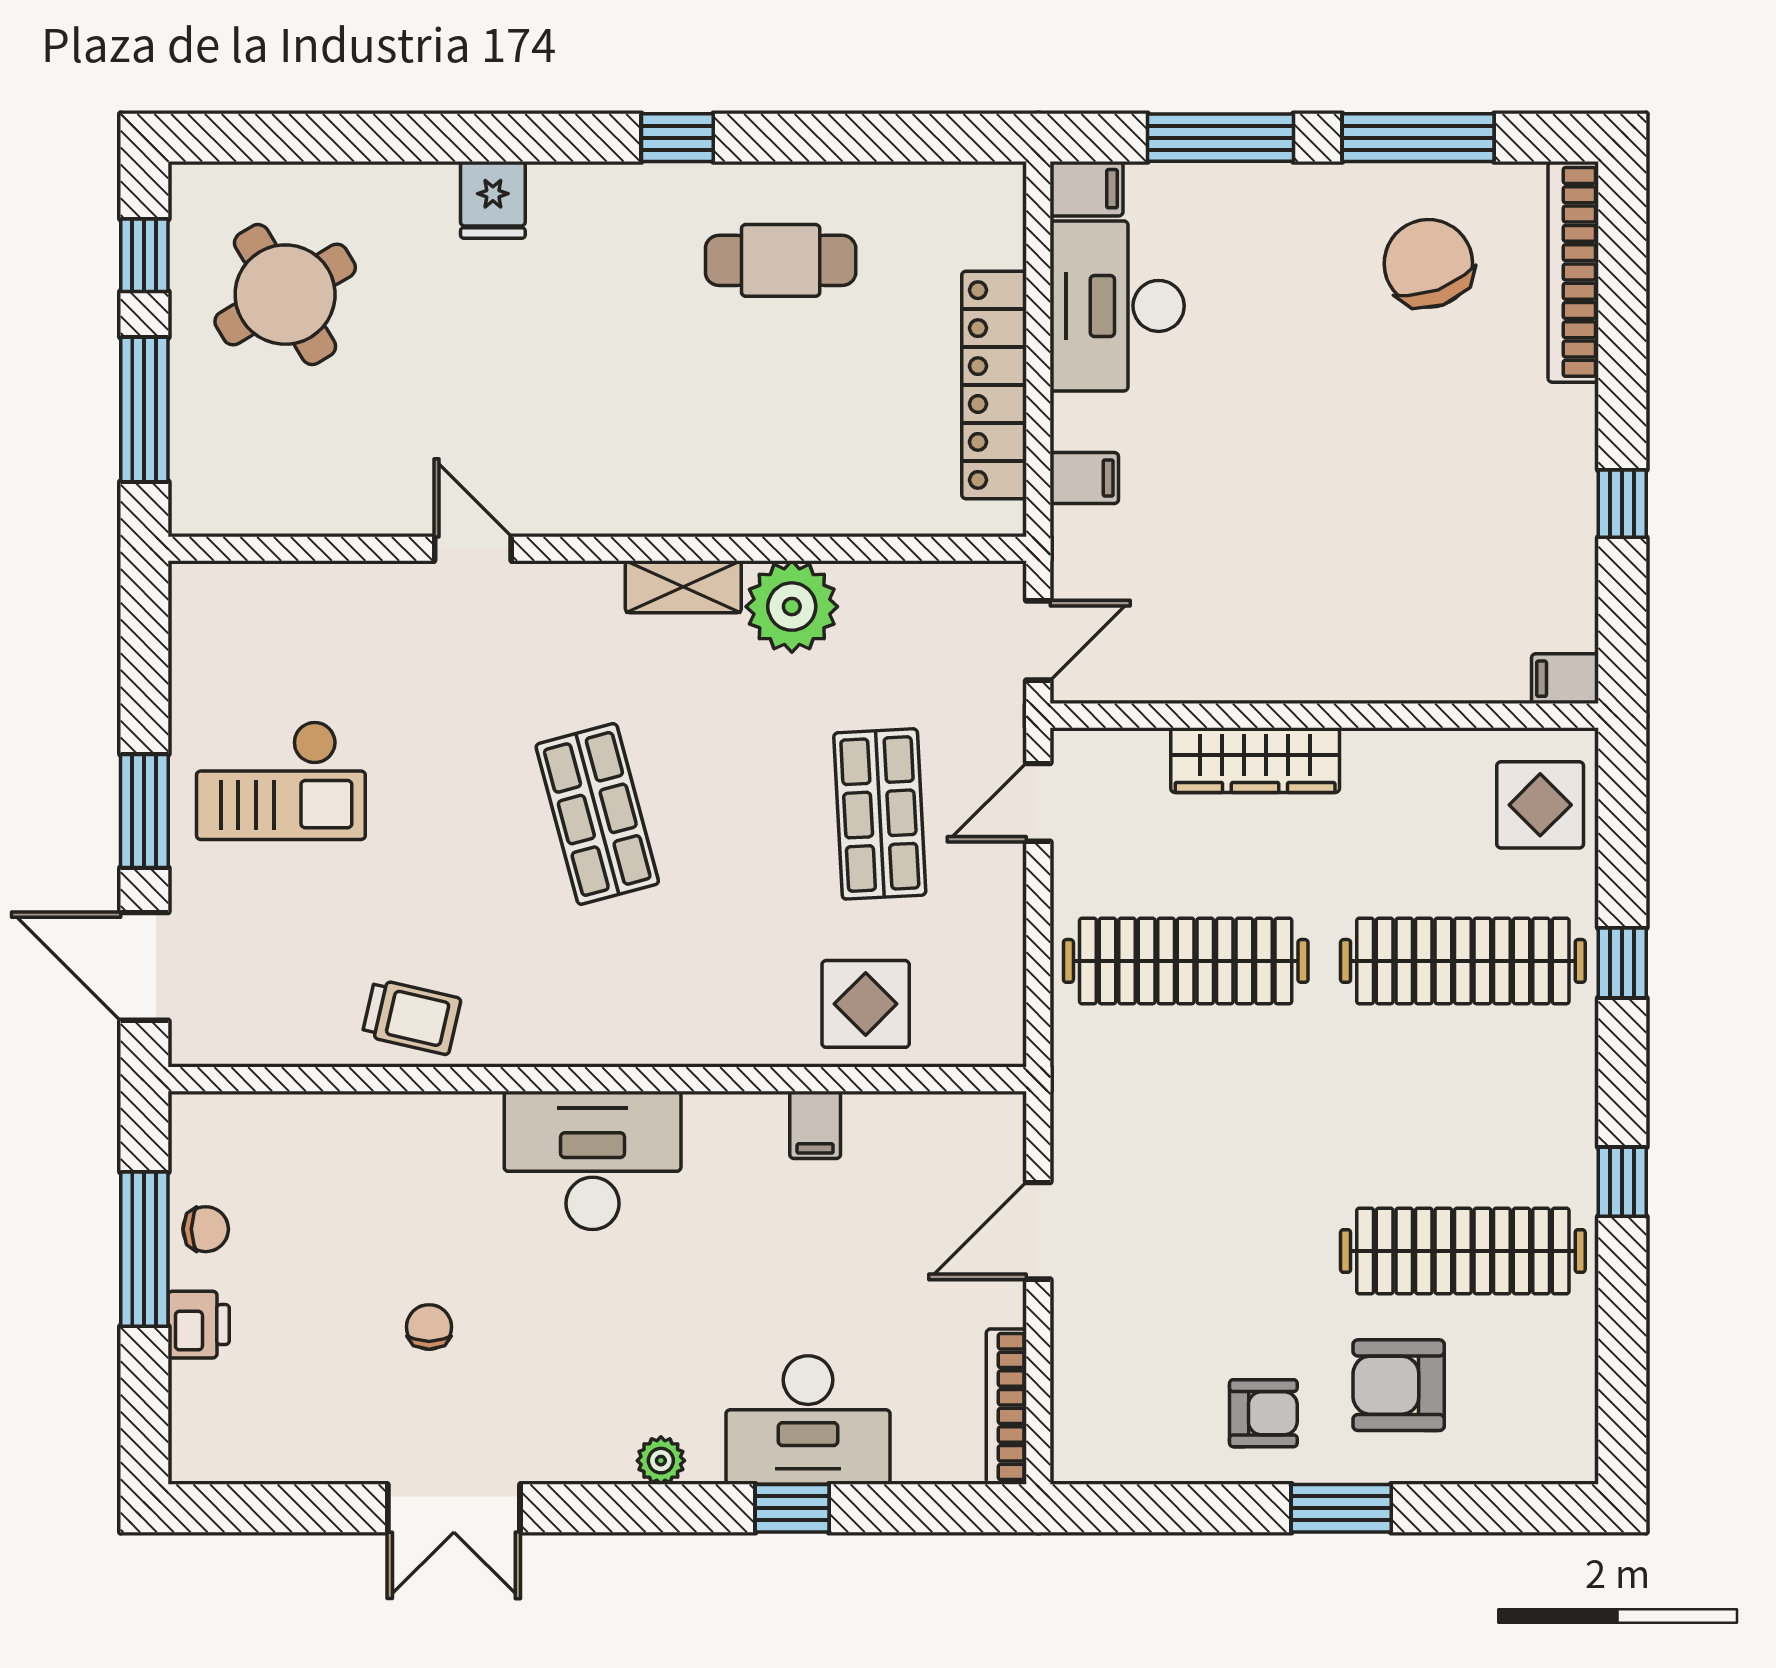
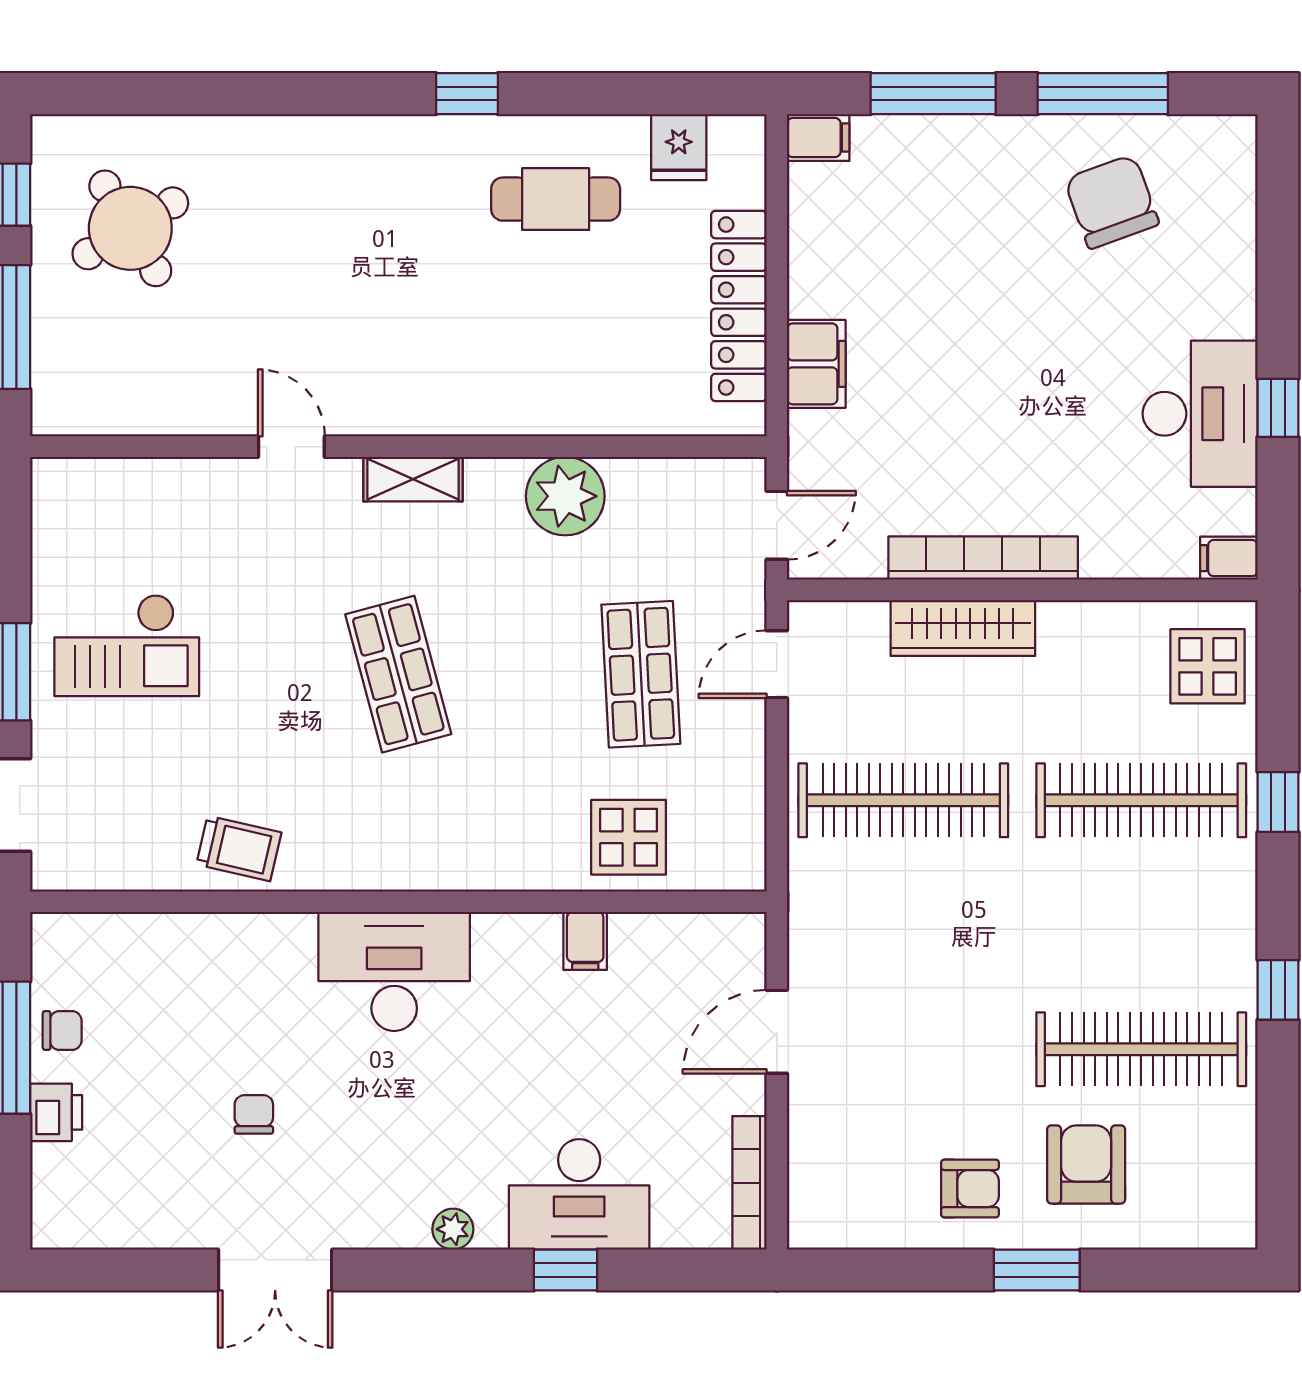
fridge: (493, 200) -> (679, 147), moved
bookcase: (1573, 272) -> (983, 558), moved, turned 90
desk: (1117, 306) -> (1200, 414), moved, turned 180
filing cabinet: (1084, 478) -> (816, 364), width x2.00
shelving: (683, 587) -> (413, 479), moved
armchair: (1399, 1385) -> (1086, 1164), turned 90

